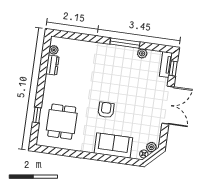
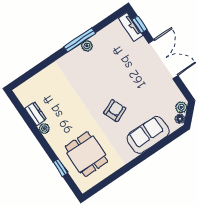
plant: (54, 50) -> (44, 129), moved
plant: (142, 53) -> (87, 46), moved
armchair: (106, 110) -> (115, 111), turned 67

